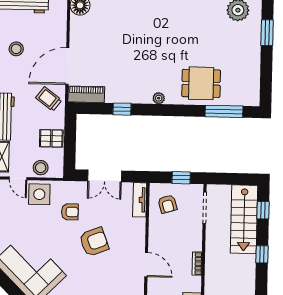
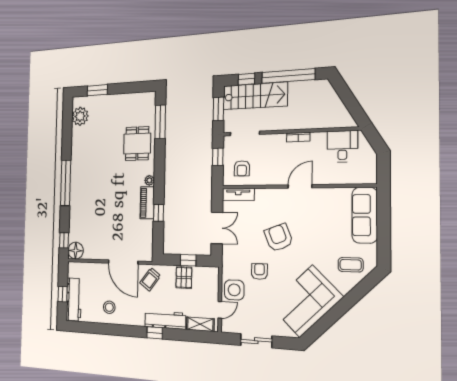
piano: (86, 94) -> (147, 203), moved
window: (70, 143) -> (188, 260), added
stool: (41, 168) -> (210, 288), removed
window: (233, 179) -> (218, 109), added
armchair: (167, 204) -> (242, 168), turned 107
armchair: (70, 212) -> (259, 271), moved
window: (262, 254) -> (288, 76), width x3.17

